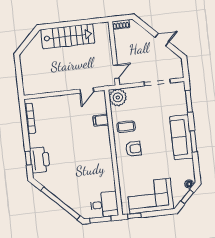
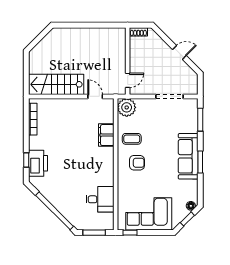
stairs: (68, 36) -> (56, 84), moved, turned 180
door: (87, 90) -> (95, 96), swing flipped
filing cabinet: (101, 120) -> (106, 135), width x2.00
desk: (104, 205) -> (100, 199), moved

